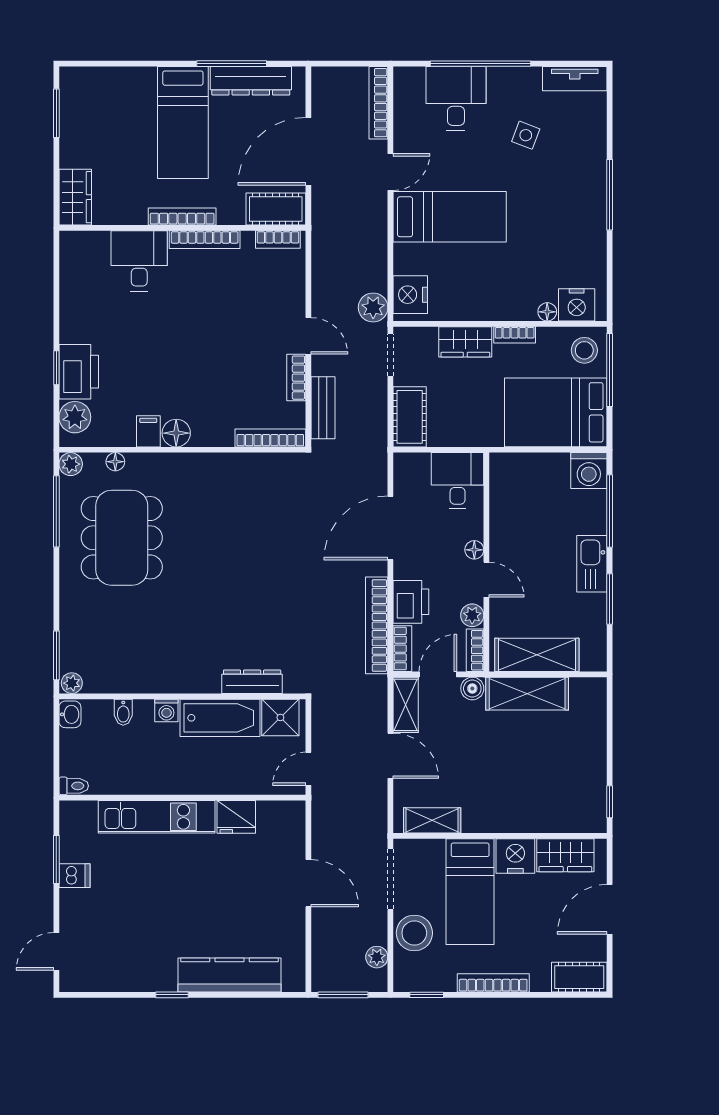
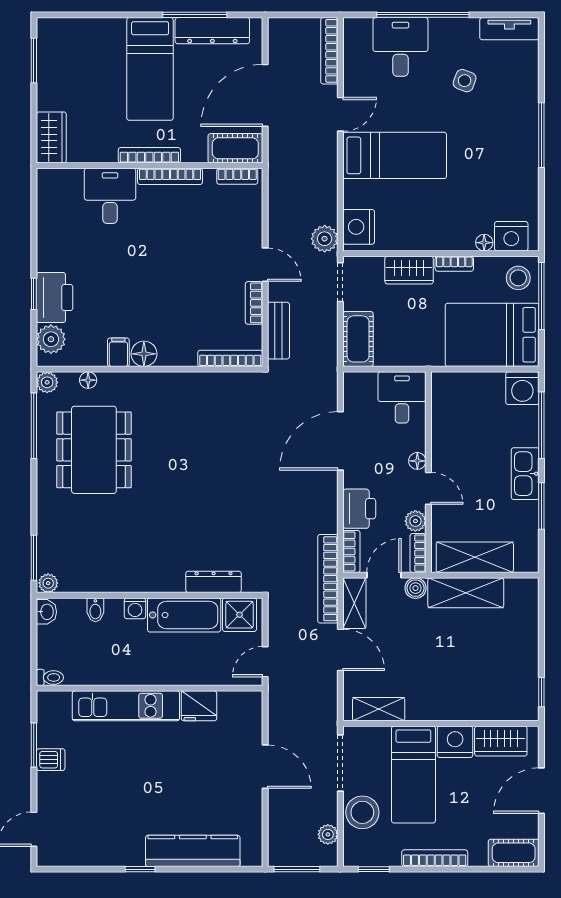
bookcase: (377, 625) -> (328, 579), moved

